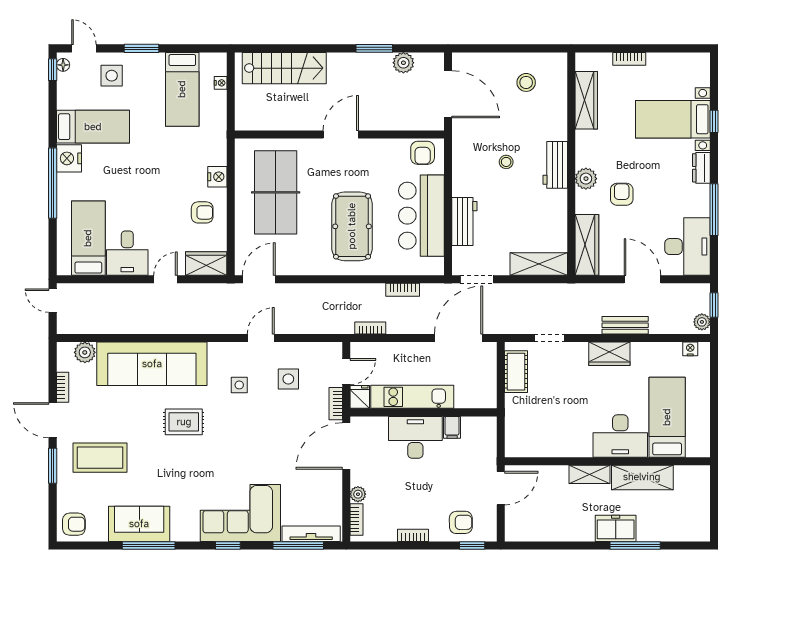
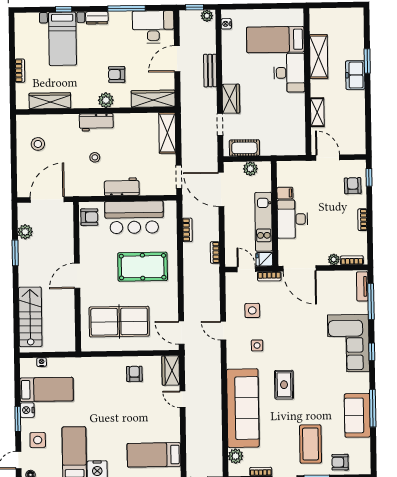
door: (341, 134) -> (77, 276), hinge flipped
nightstand: (217, 177) -> (27, 410), moved, turned -90
workbench: (464, 222) -> (122, 187), moved
desk: (127, 253) -> (164, 427), removed
wardrobe: (609, 354) -> (231, 99), moved
plant: (487, 379) -> (250, 169), added
shelving: (590, 474) -> (317, 112), moved
armchair: (74, 524) -> (340, 462), moved, turned -90
tv unit: (311, 534) -> (362, 286), width x0.71
window: (635, 545) -> (367, 61), width x0.69

